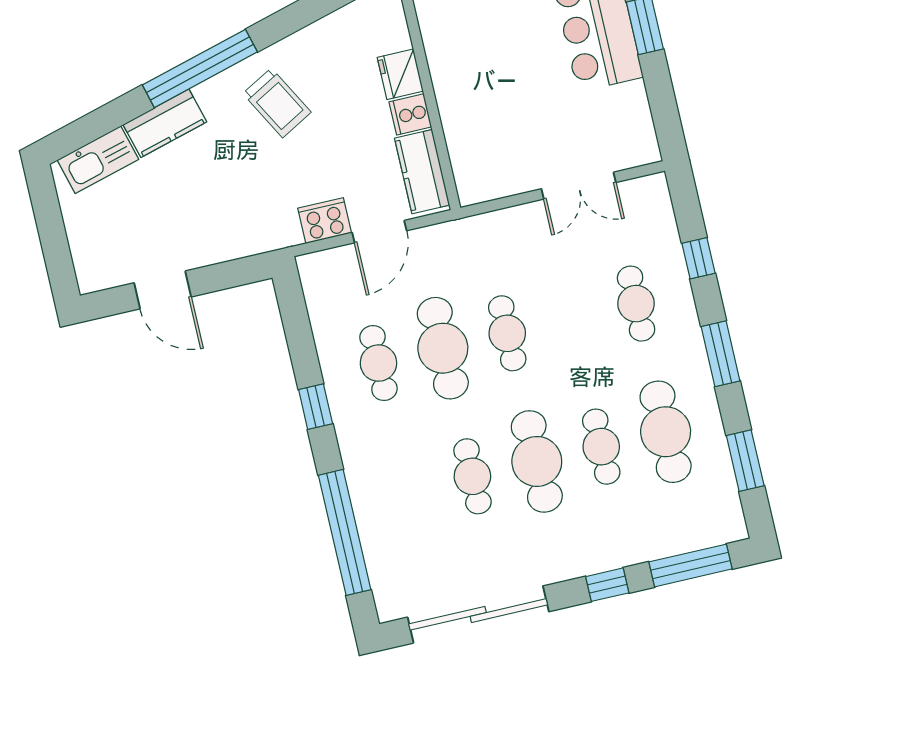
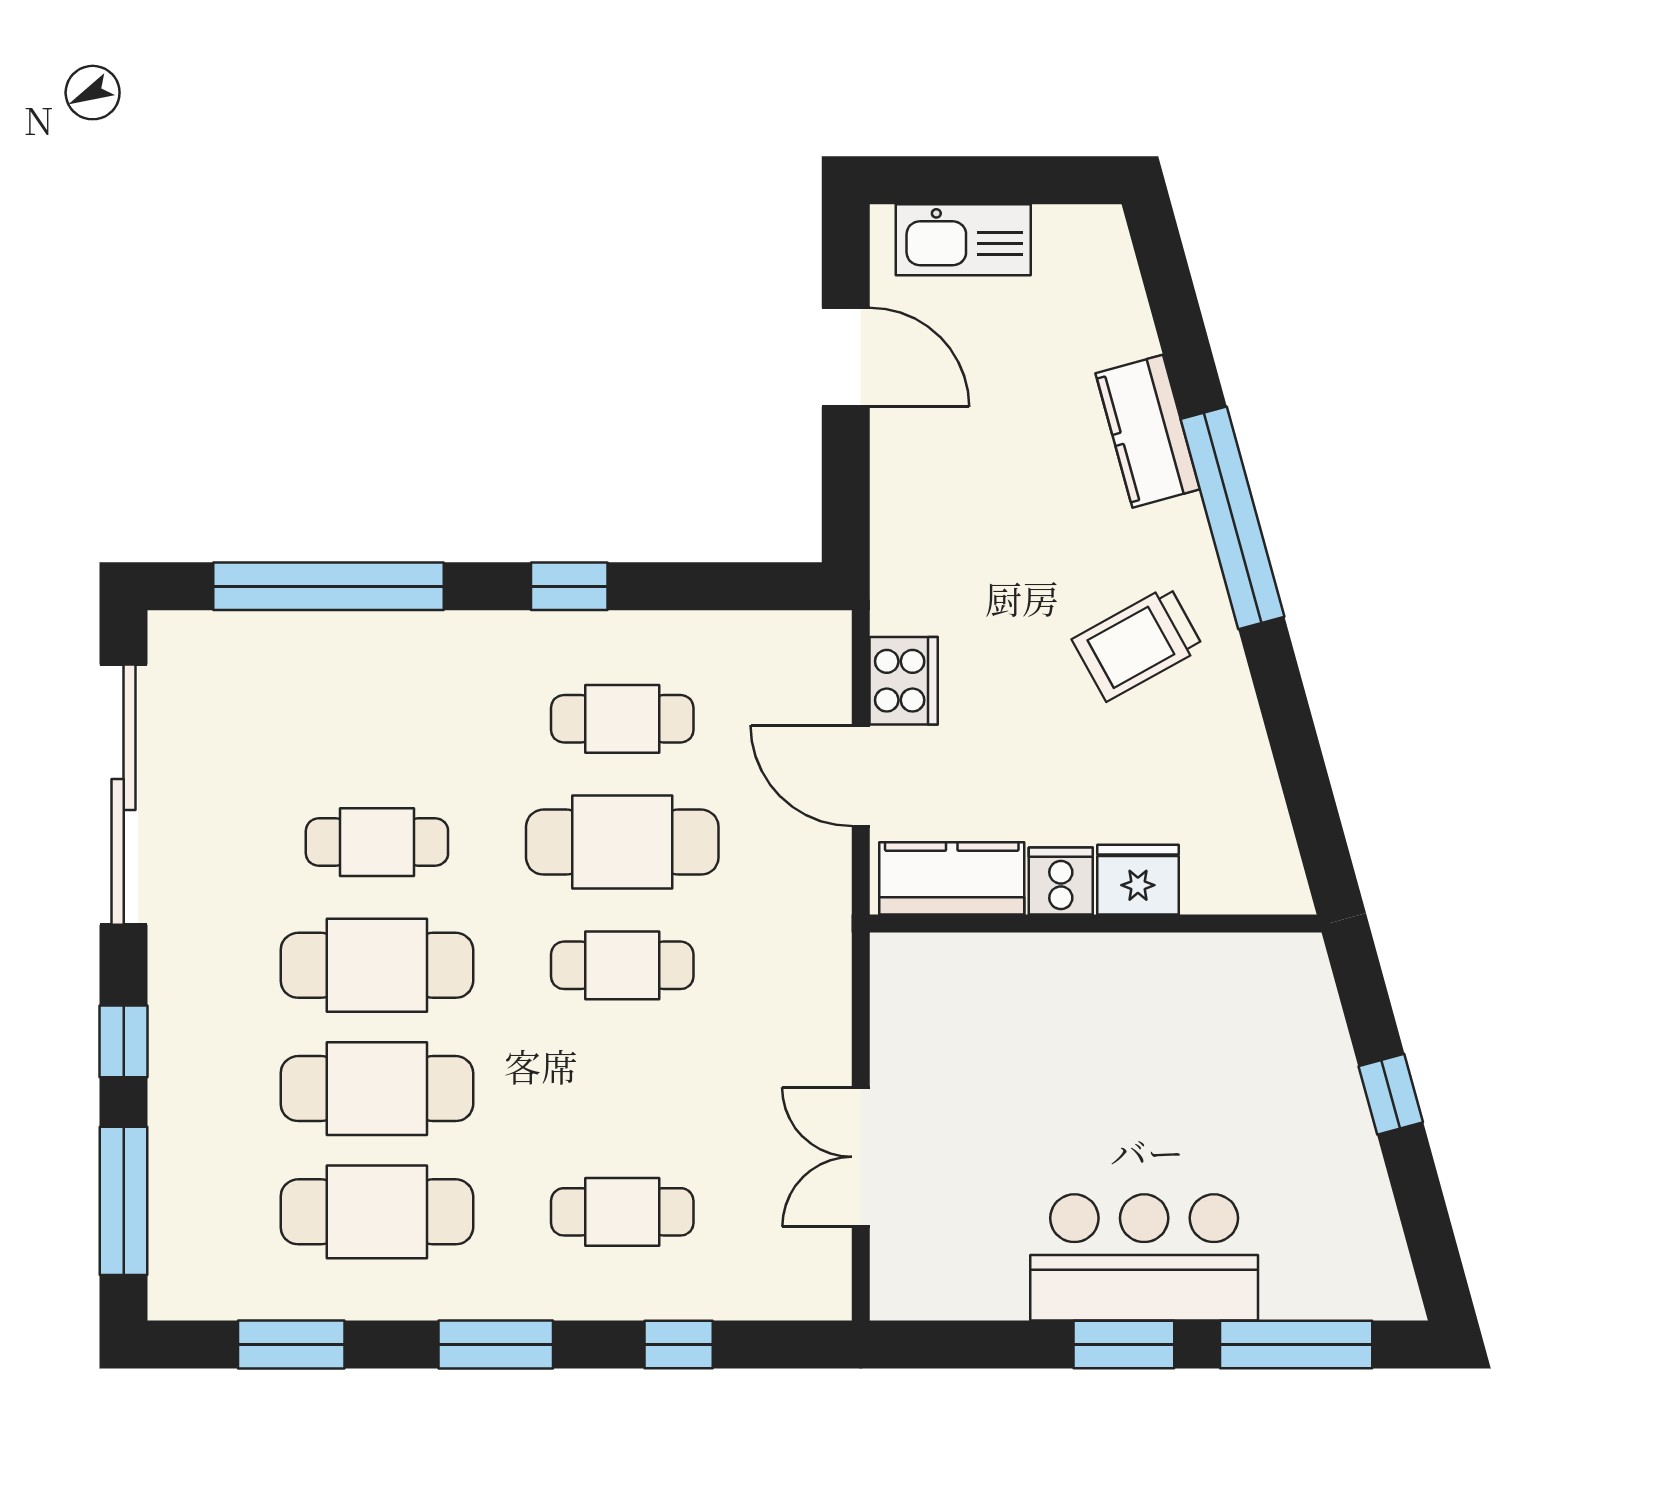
kitchen sink: (98, 160) -> (963, 240), moved, turned -75
door: (163, 290) -> (846, 357), swing flipped
cafe table: (601, 447) -> (377, 1089), width x1.37, depth x1.35

